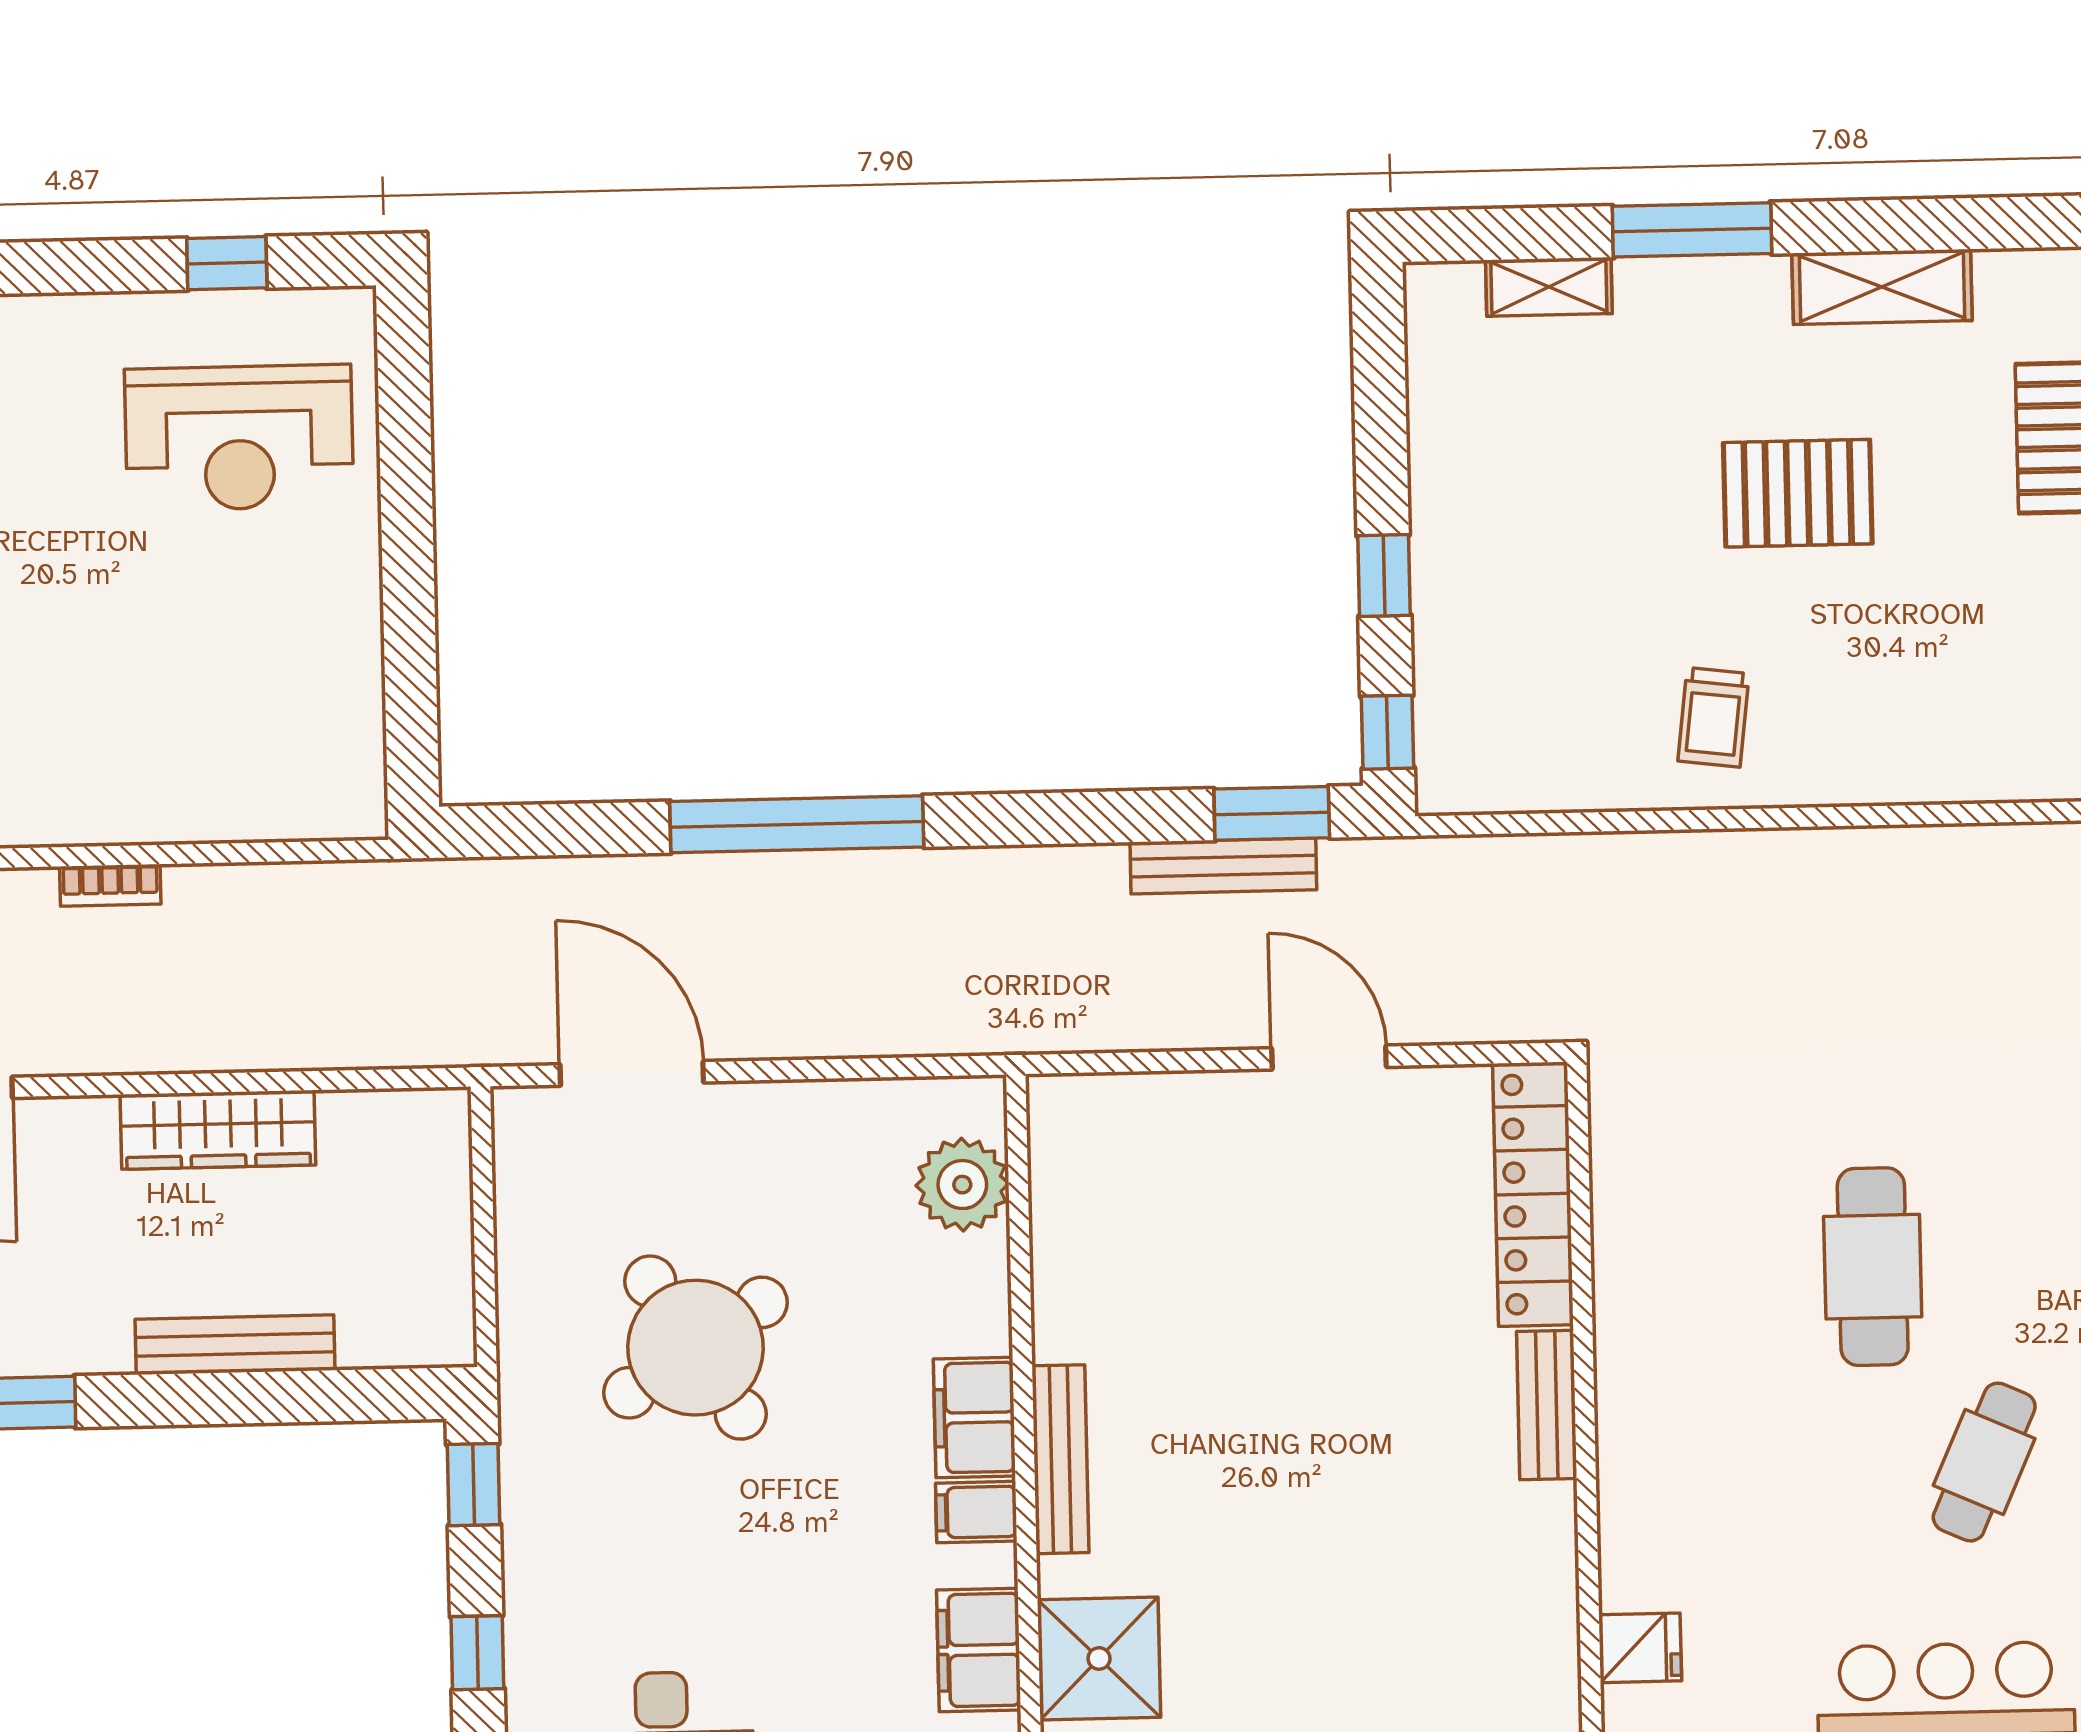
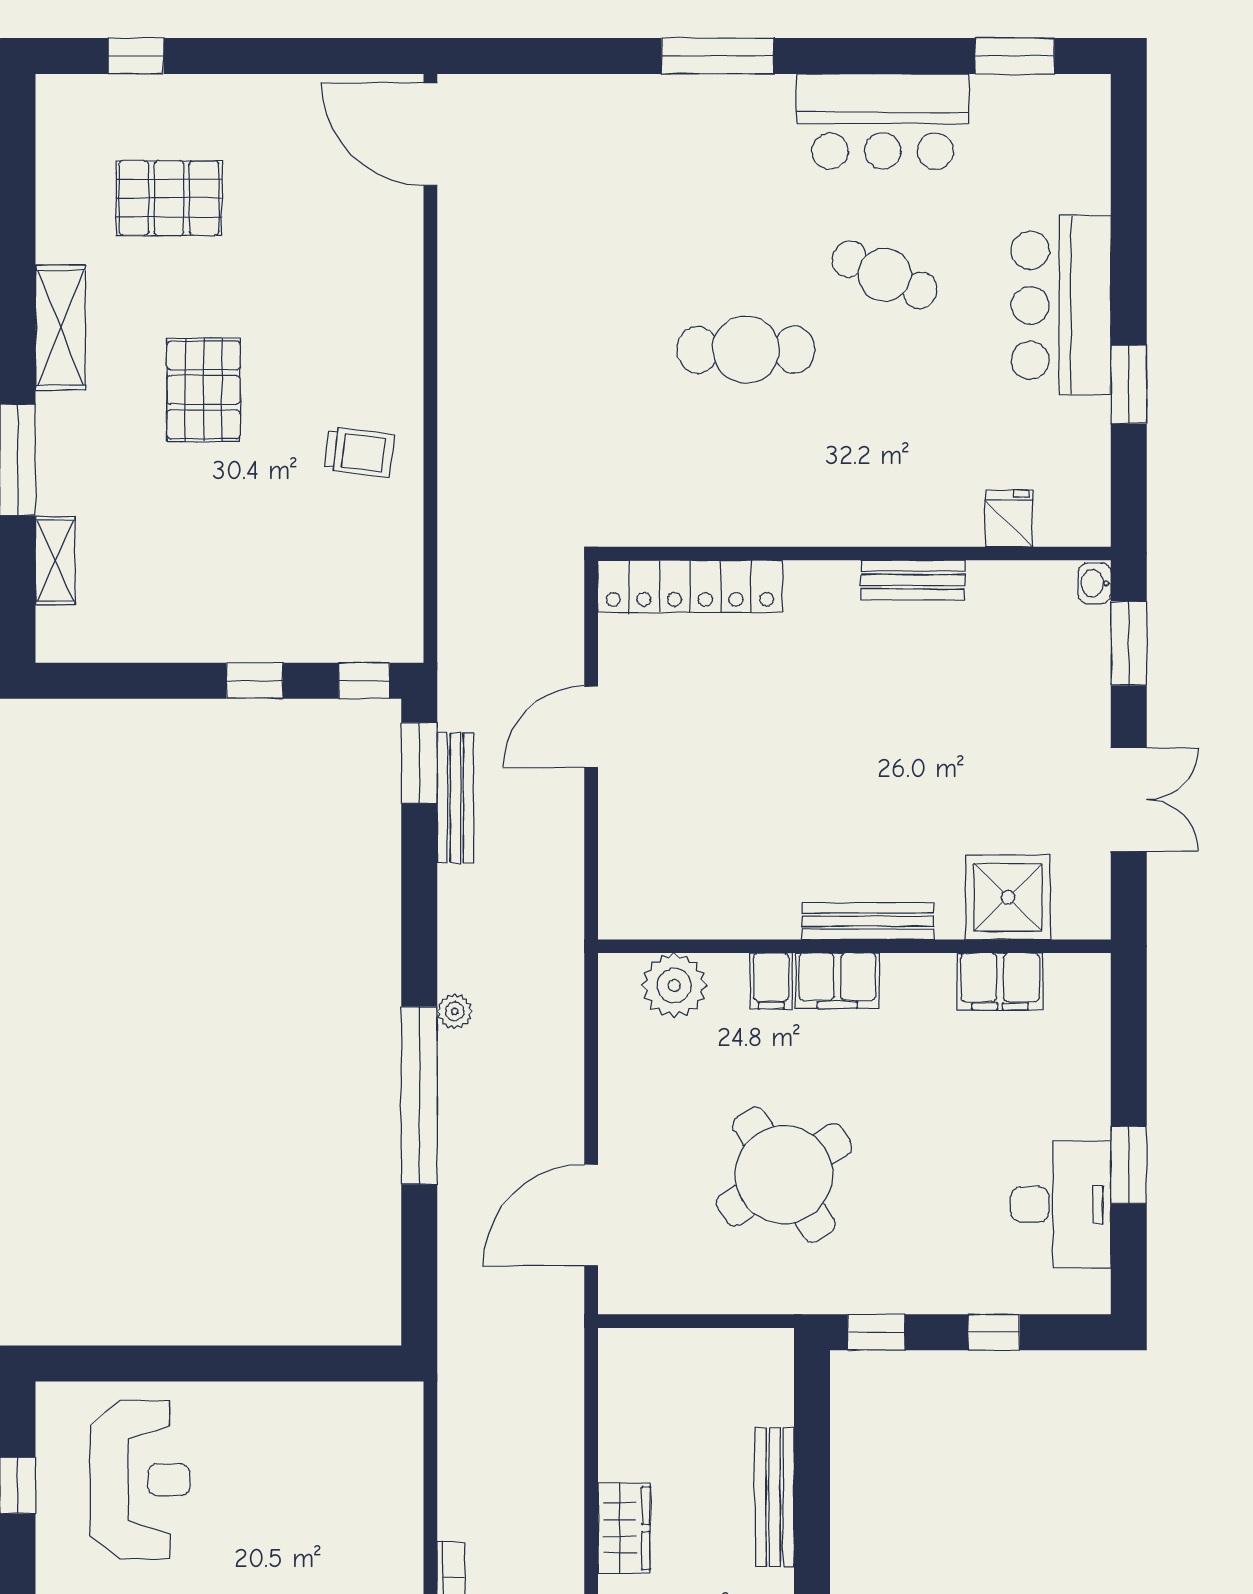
plant: (918, 872) -> (455, 1011), added
wardrobe: (218, 1130) -> (624, 1528), width x0.67
bench: (1547, 1405) -> (913, 580), moved
filing cabinet: (976, 1512) -> (771, 981), moved

